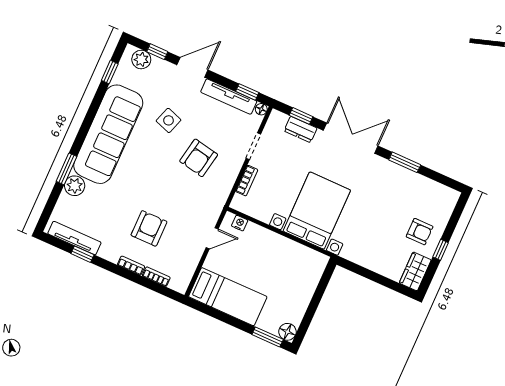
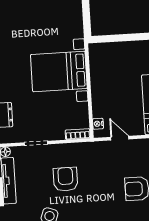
armchair: (199, 158) -> (66, 179), turned -101
bookcase: (247, 181) -> (78, 134), moved

